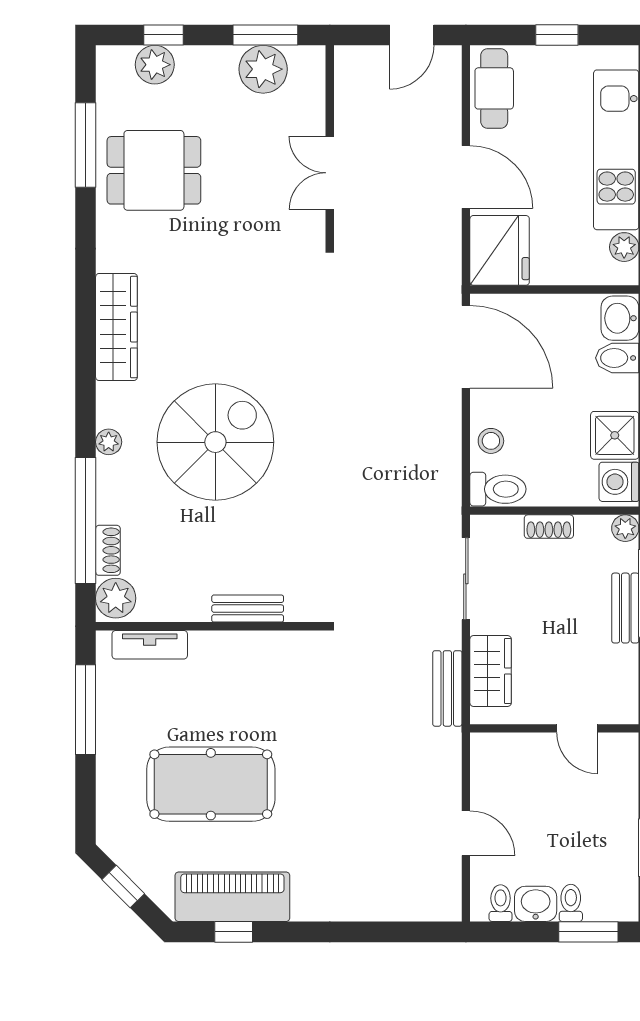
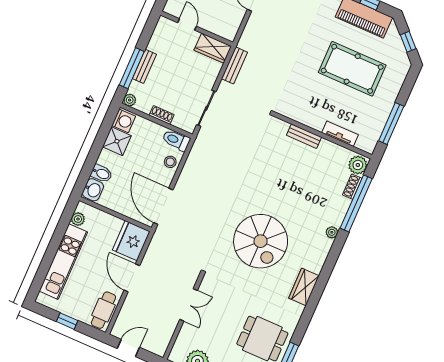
wardrobe: (116, 327) -> (304, 287), width x0.67
spiral stairs: (215, 442) -> (261, 241), moved, turned -90
tv unit: (150, 645) -> (340, 134), moved
wardrobe: (491, 671) -> (213, 48), moved, turned -90

